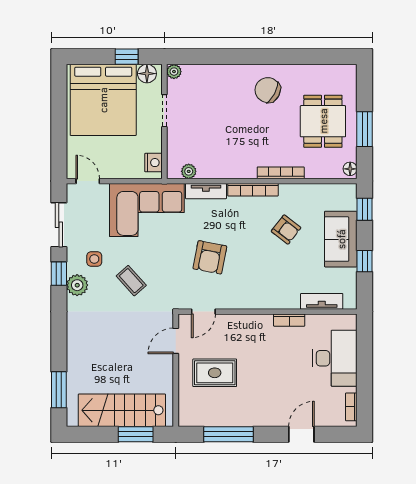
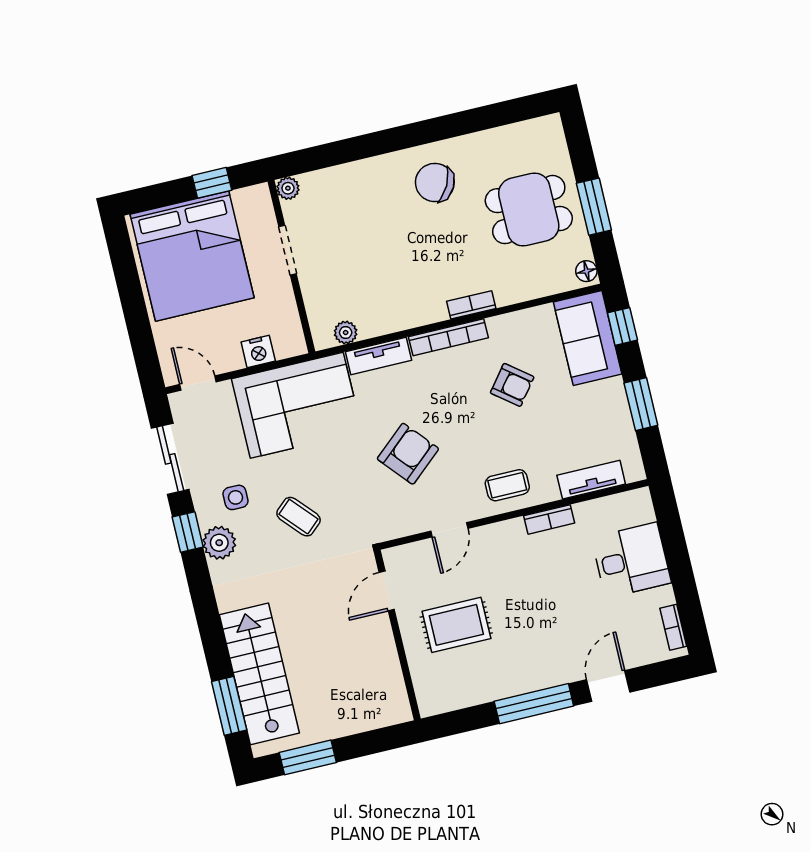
floor lamp: (147, 74) -> (248, 201), removed
dining table: (323, 121) -> (529, 210), turned 90
nightstand: (153, 163) -> (258, 351), moved, turned 90
bookcase: (281, 173) -> (471, 305), width x0.64
sofa: (341, 239) -> (588, 338), moved
armchair: (210, 257) -> (408, 454), turned -142
window: (365, 261) -> (641, 404), width x1.50
coffee table: (268, 292) -> (507, 485), added
door: (203, 312) -> (449, 530), moved
desk: (335, 358) -> (631, 560), width x0.73
stairs: (122, 410) -> (259, 674), moved, turned 90
window: (136, 434) -> (308, 757), moved
window: (229, 434) -> (534, 704), moved

